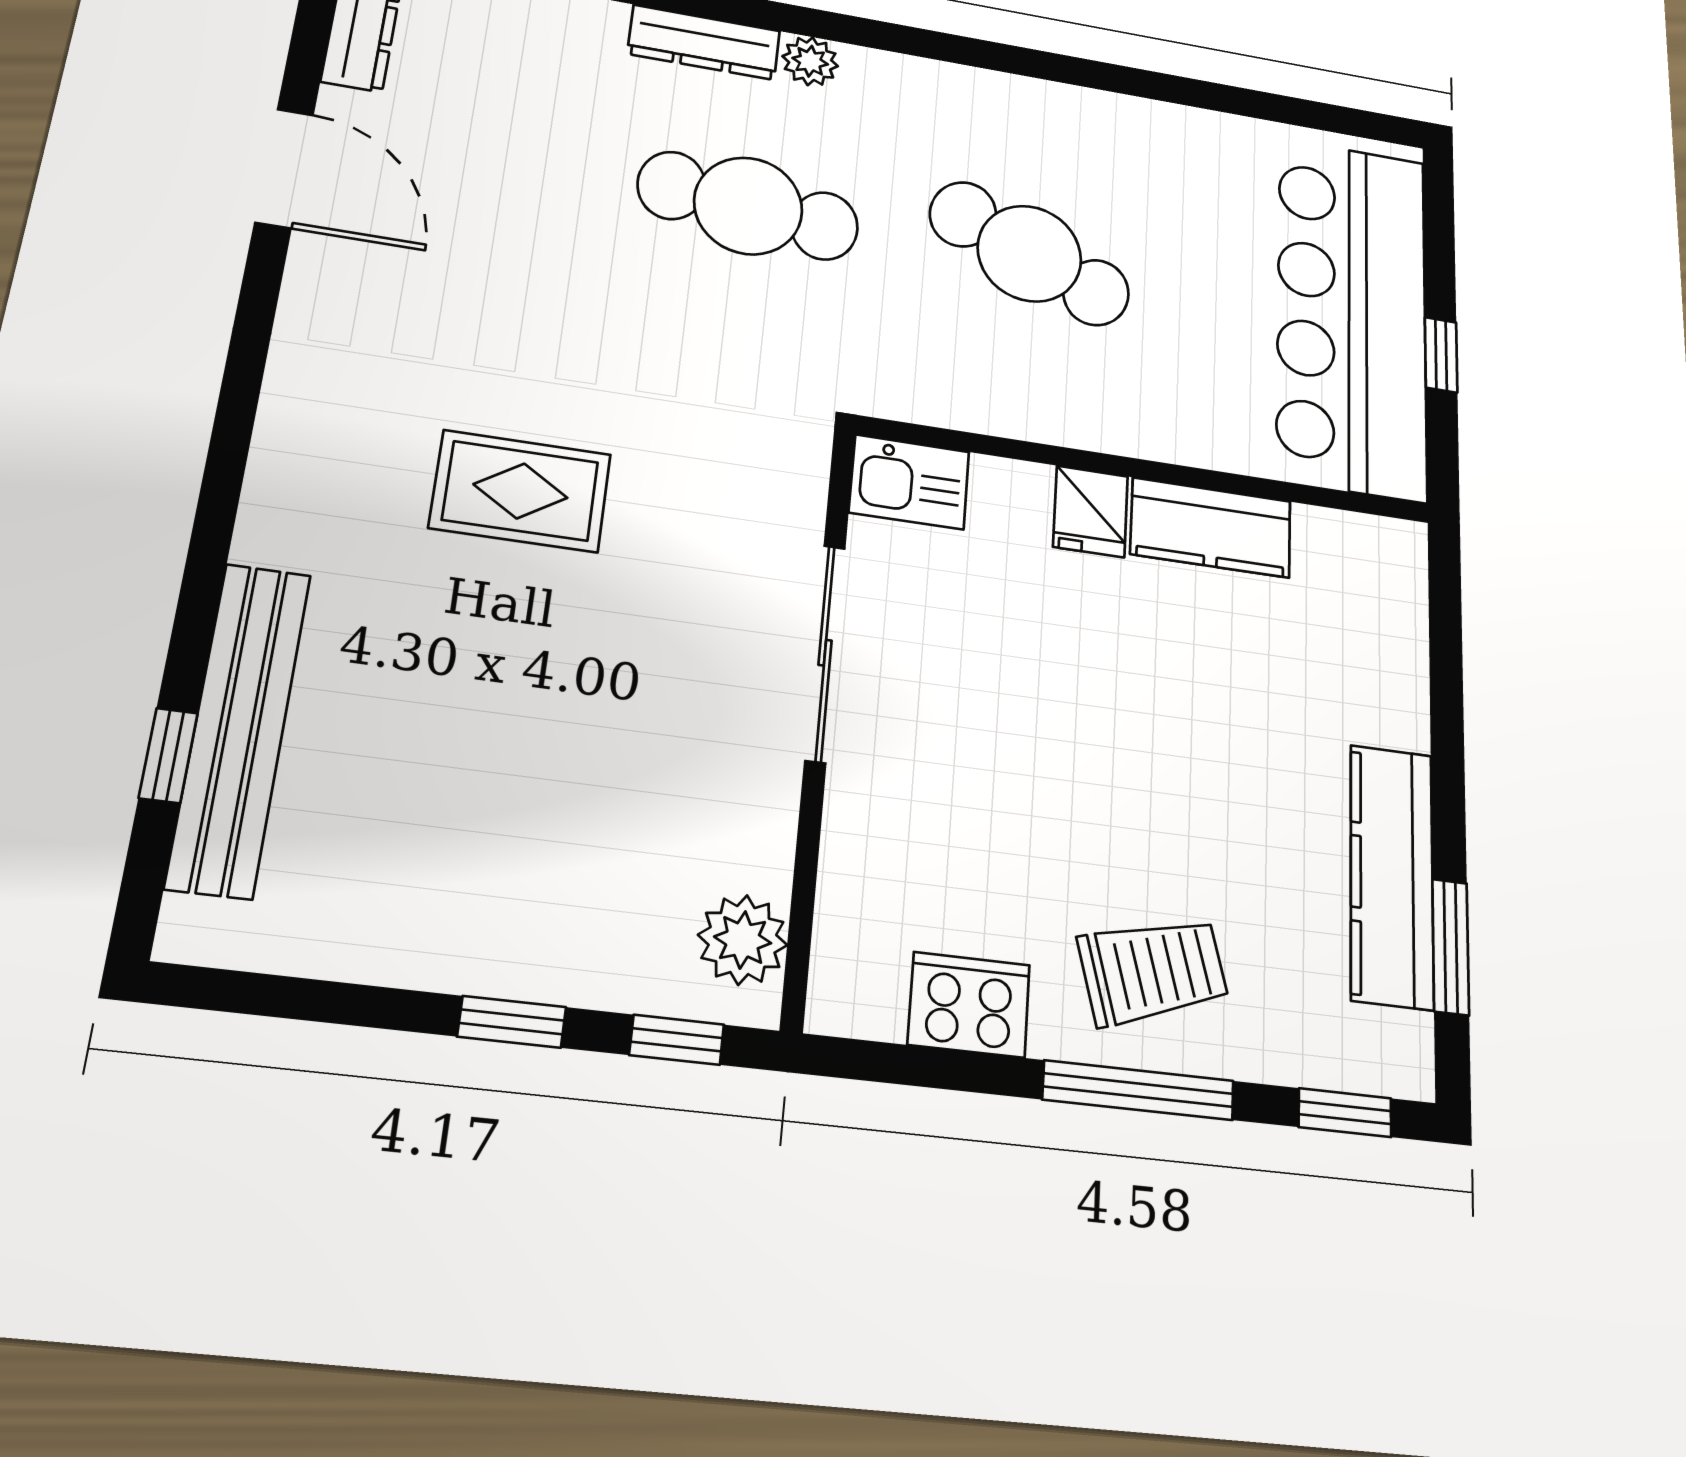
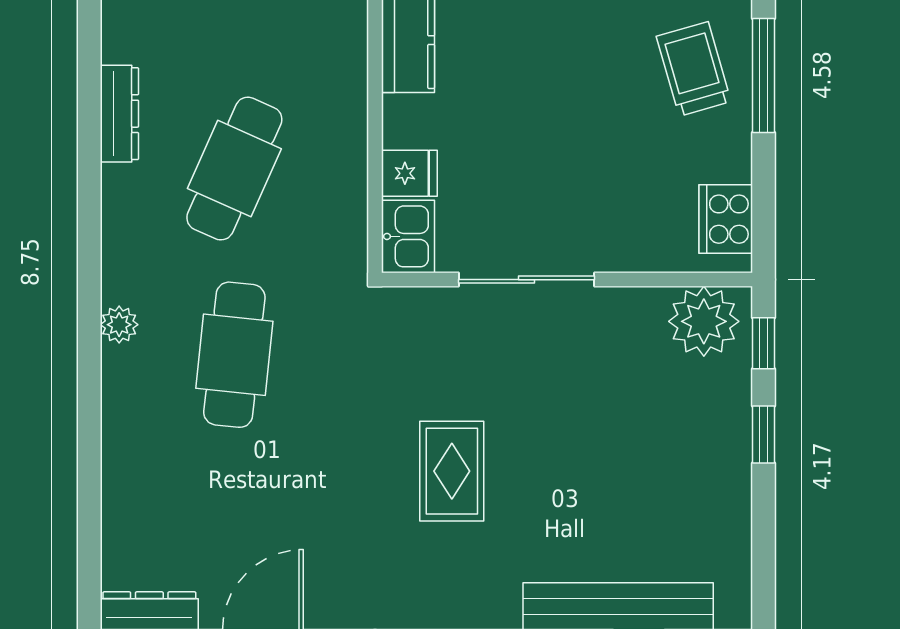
dresser: (704, 42) -> (119, 114), moved
fridge: (1090, 511) -> (409, 173), moved
plant: (743, 940) -> (704, 321), width x1.36, depth x1.36
cooker: (969, 1005) -> (726, 219), moved

